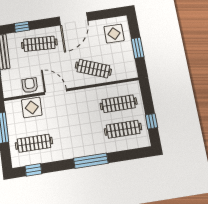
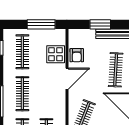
armchair: (30, 85) -> (77, 55), turned 90
clothes rail: (79, 136) -> (22, 94), added

